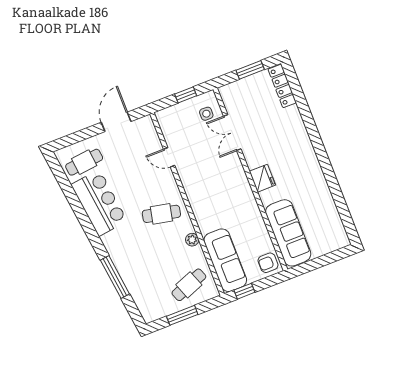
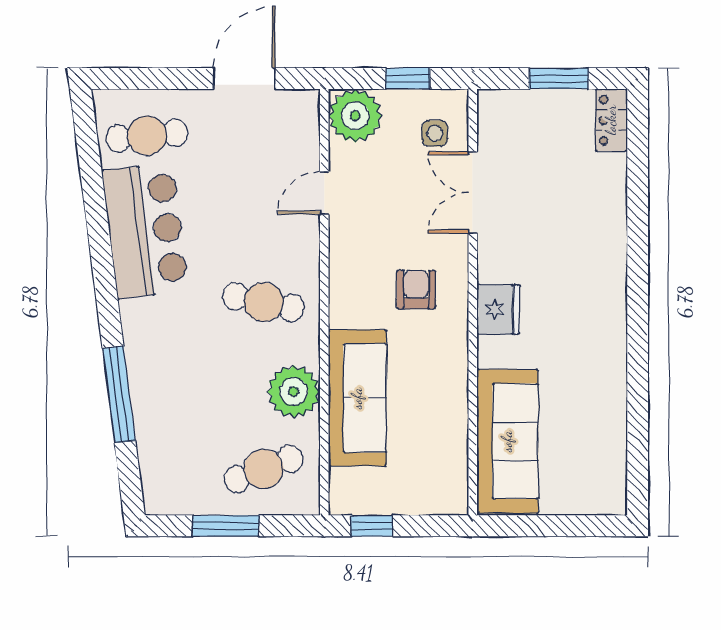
locker: (282, 86) -> (611, 120), width x0.66
plant: (170, 119) -> (355, 116), added
door: (169, 157) -> (324, 193), hinge flipped
plant: (192, 240) -> (294, 392), width x1.88, depth x1.88
sofa: (225, 260) -> (357, 398), moved
armchair: (268, 263) -> (416, 290), moved, turned 90

